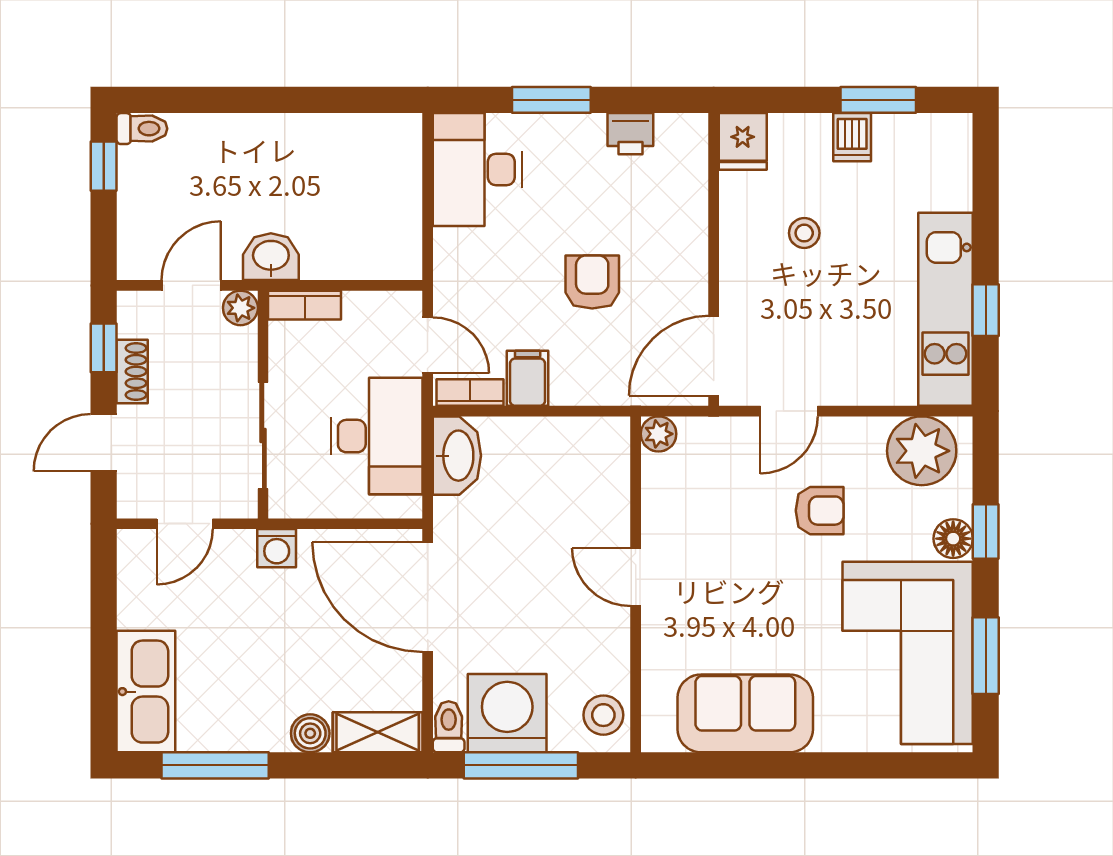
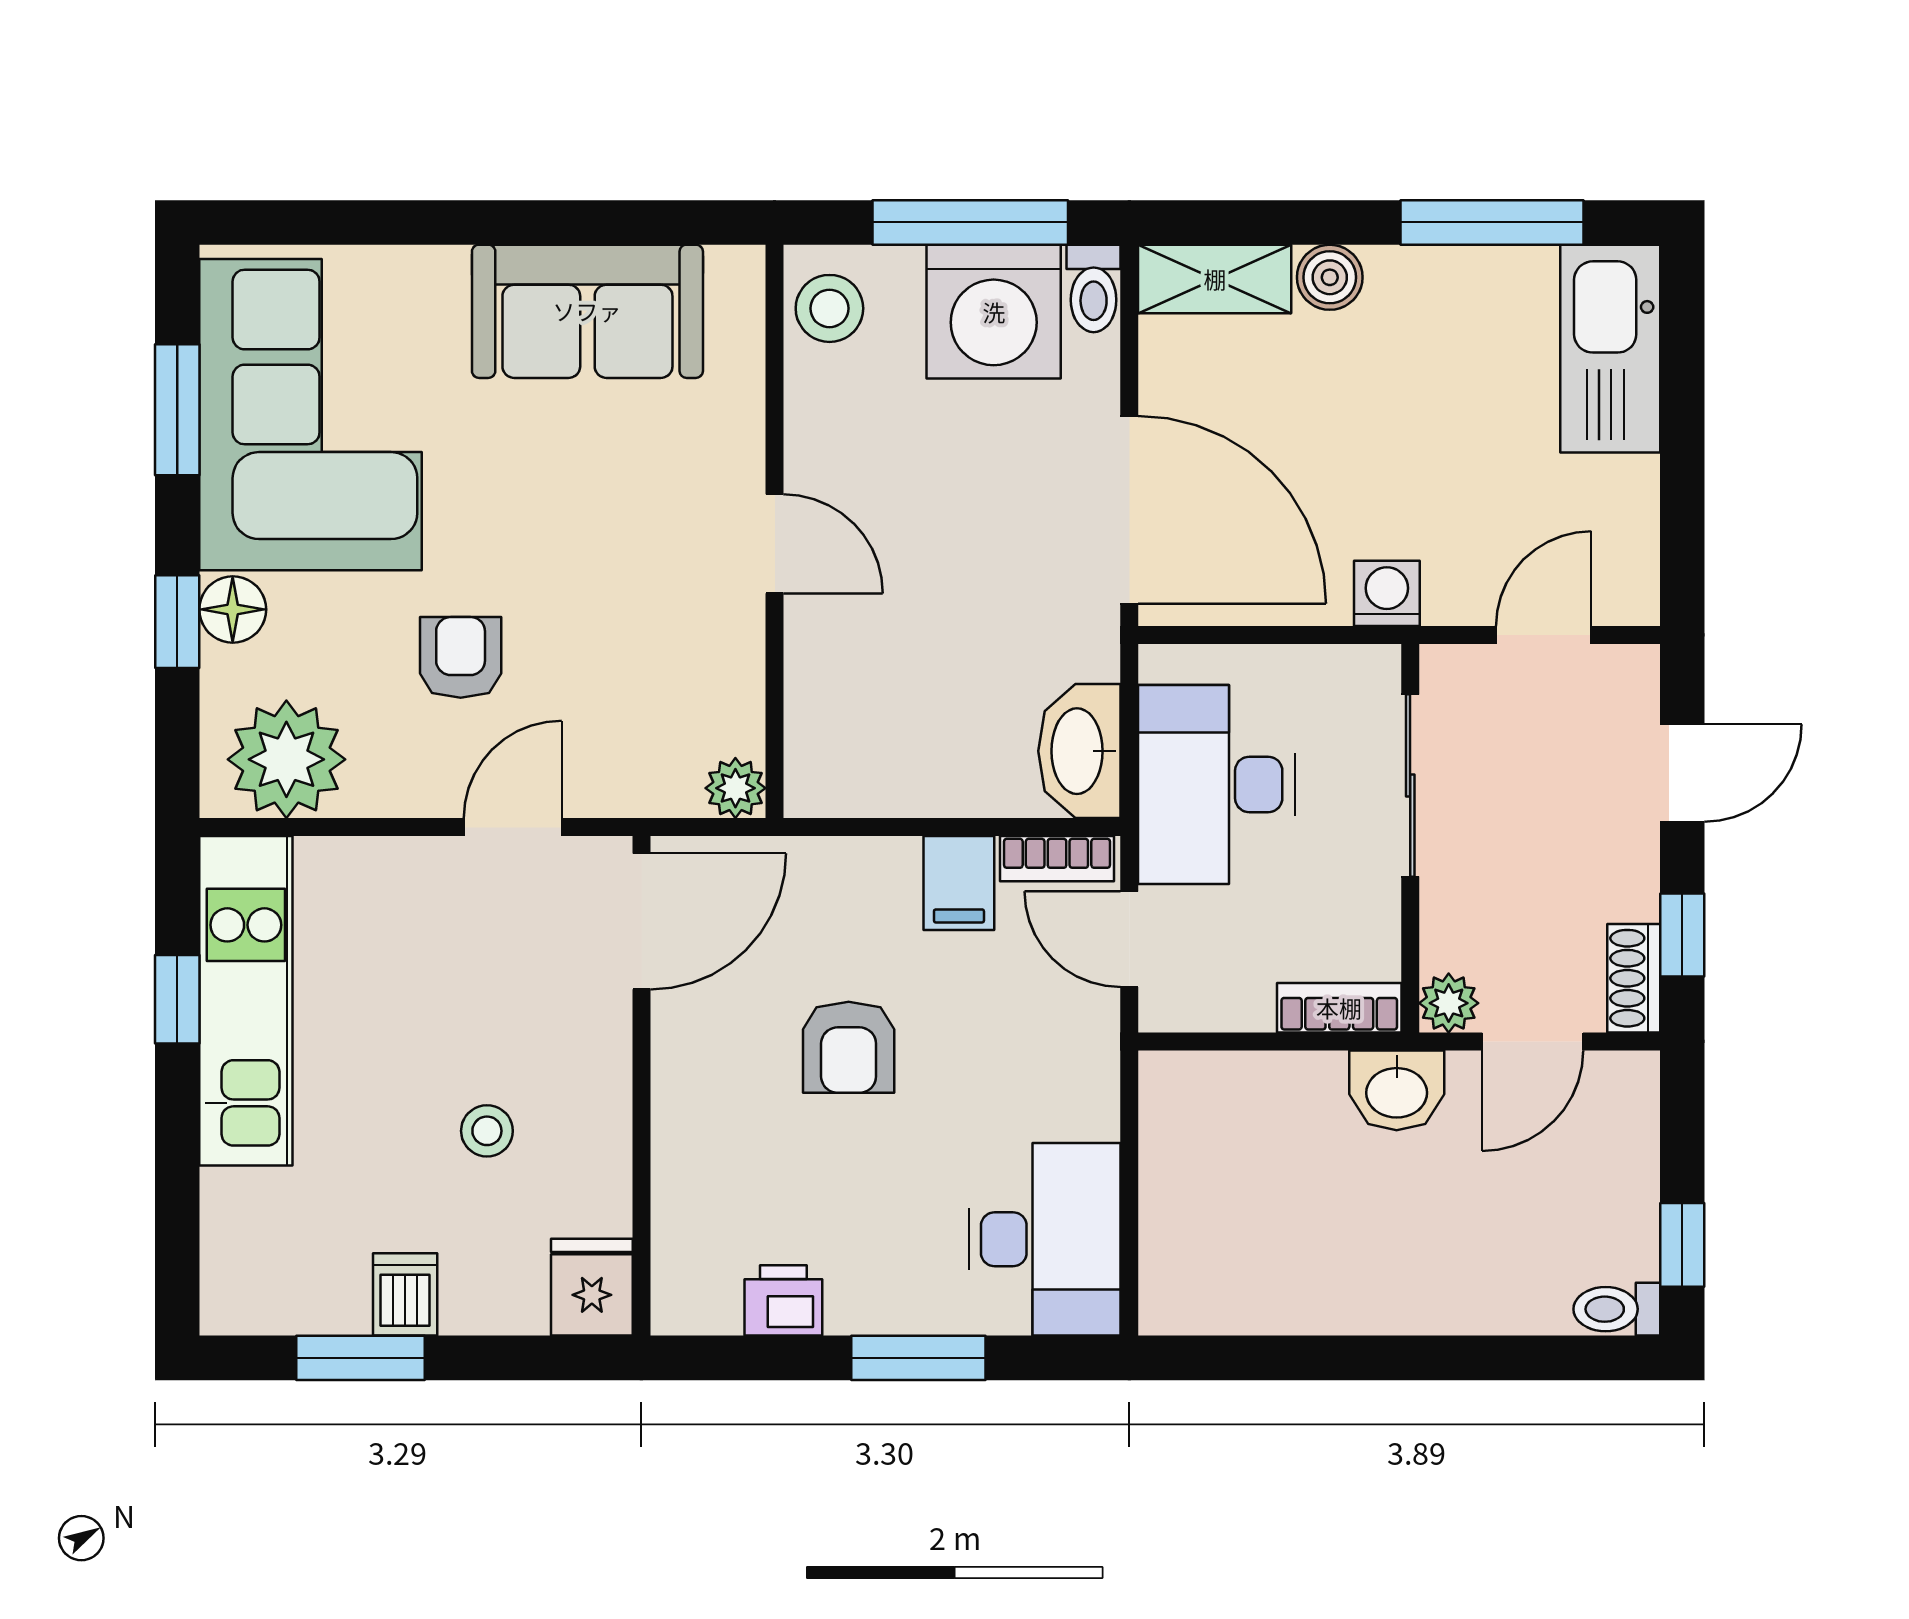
shoe rack: (132, 371) -> (1634, 978), moved
armchair: (820, 511) -> (461, 657), turned 90

